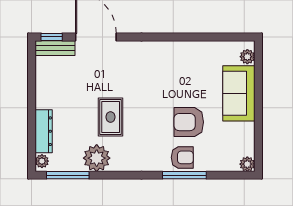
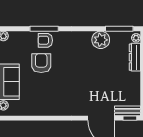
rug: (111, 117) -> (92, 66), removed
armchair: (189, 122) -> (41, 63), turned -90

